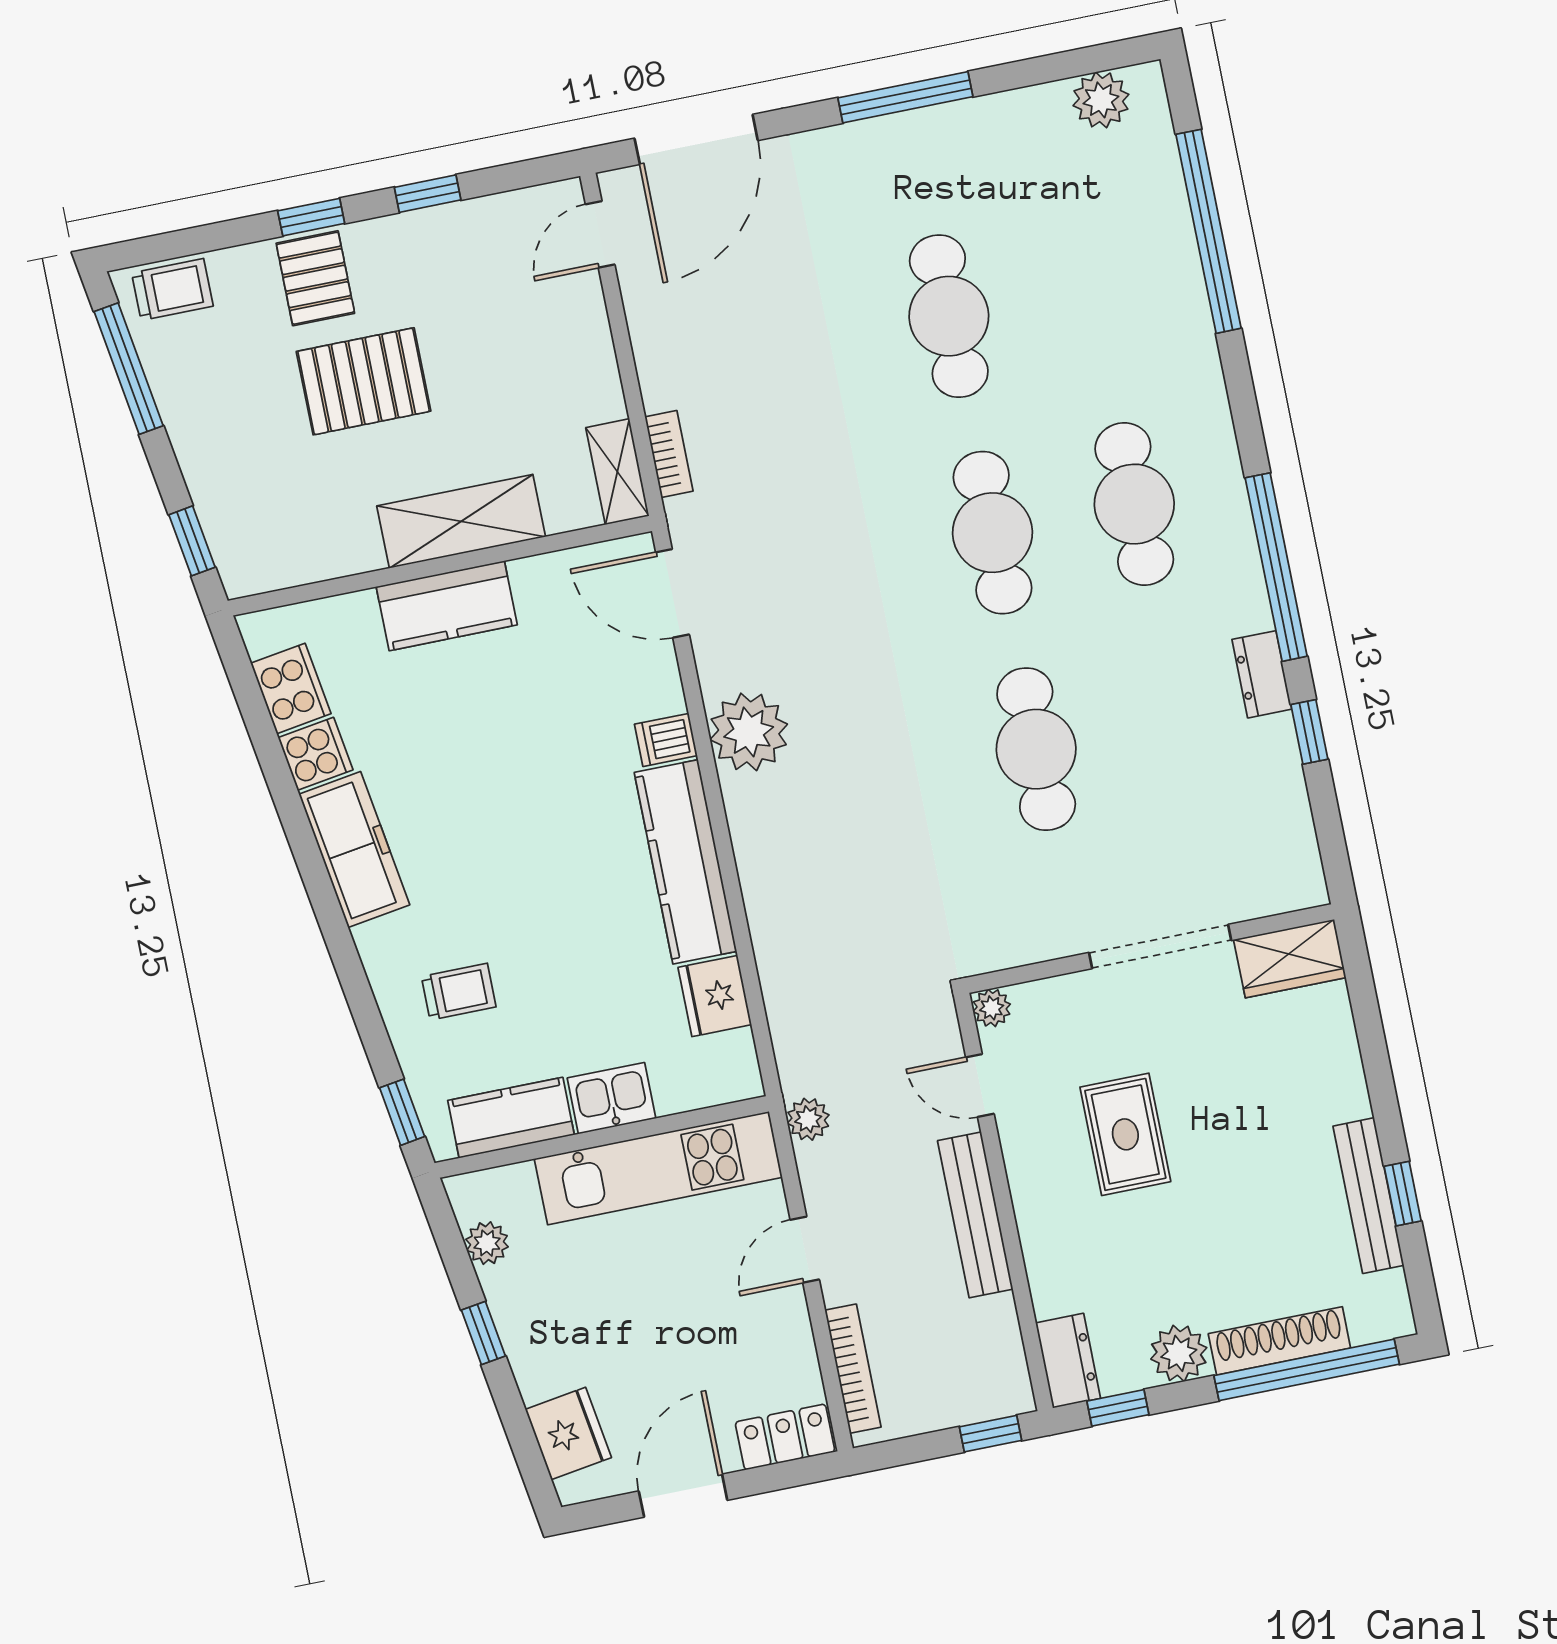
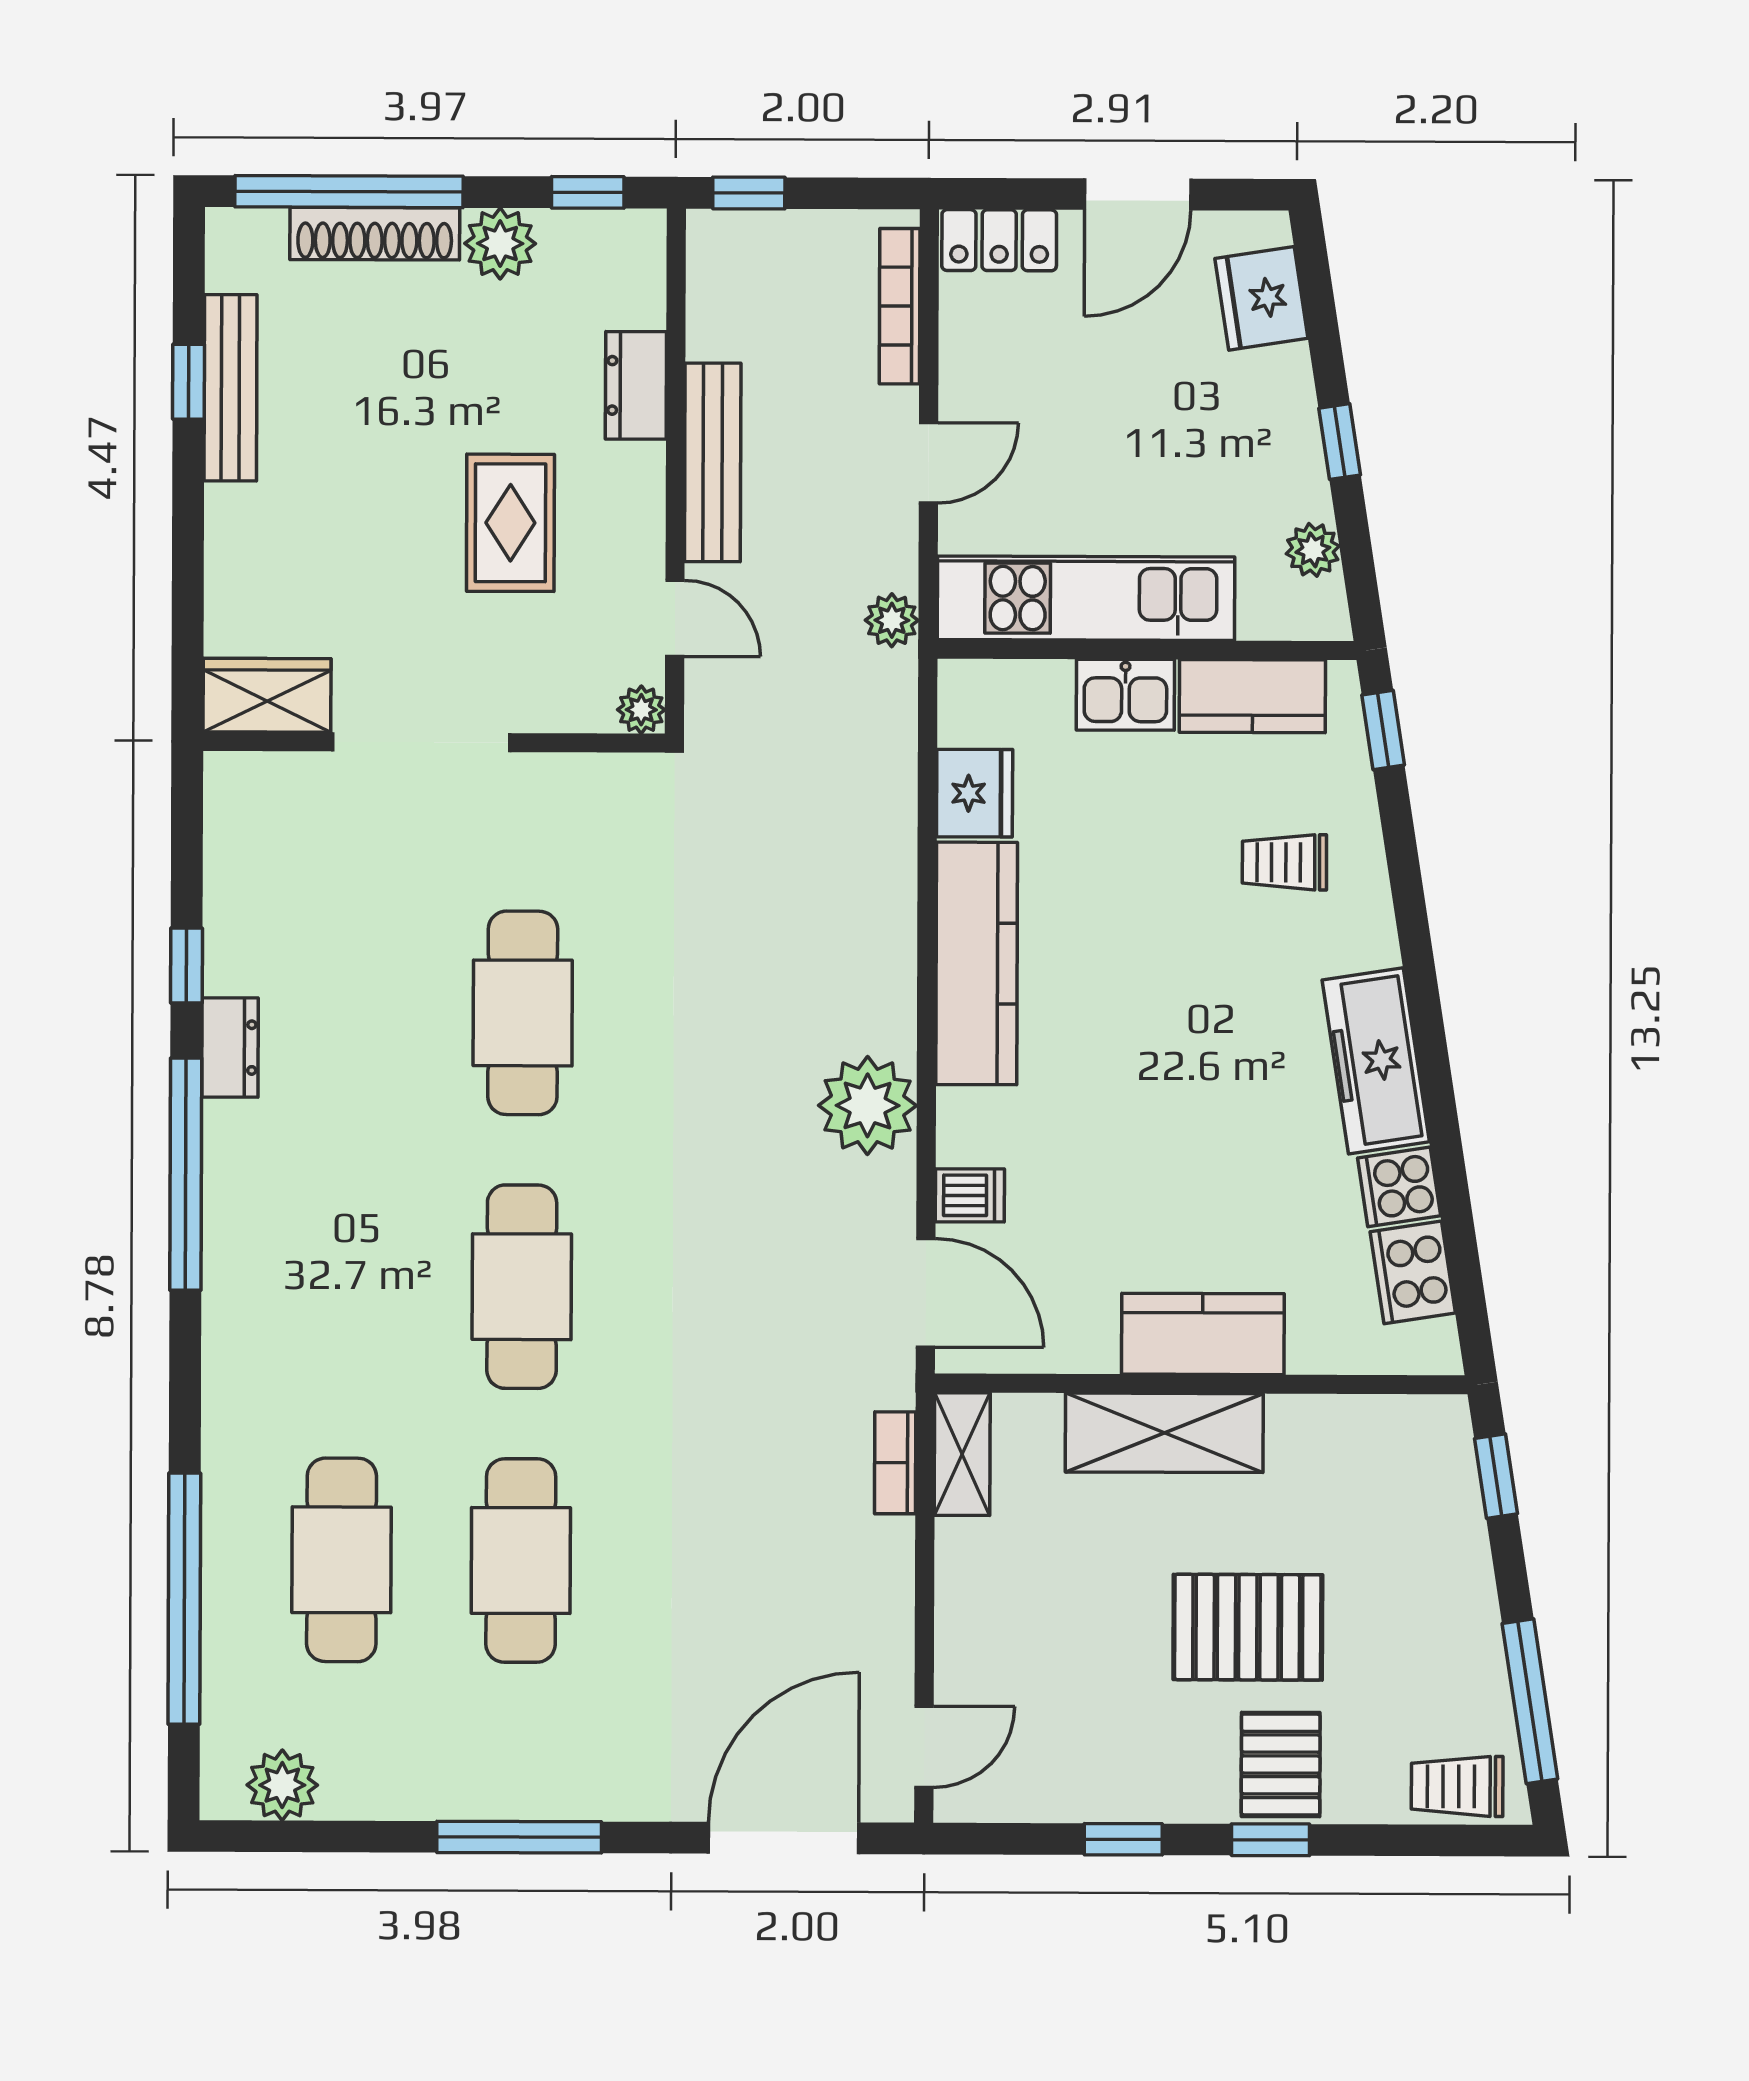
cafe table: (1134, 504) -> (342, 1560), moved
dishwasher: (666, 740) -> (970, 1195), moved
dresser: (1068, 1361) -> (636, 385), moved

